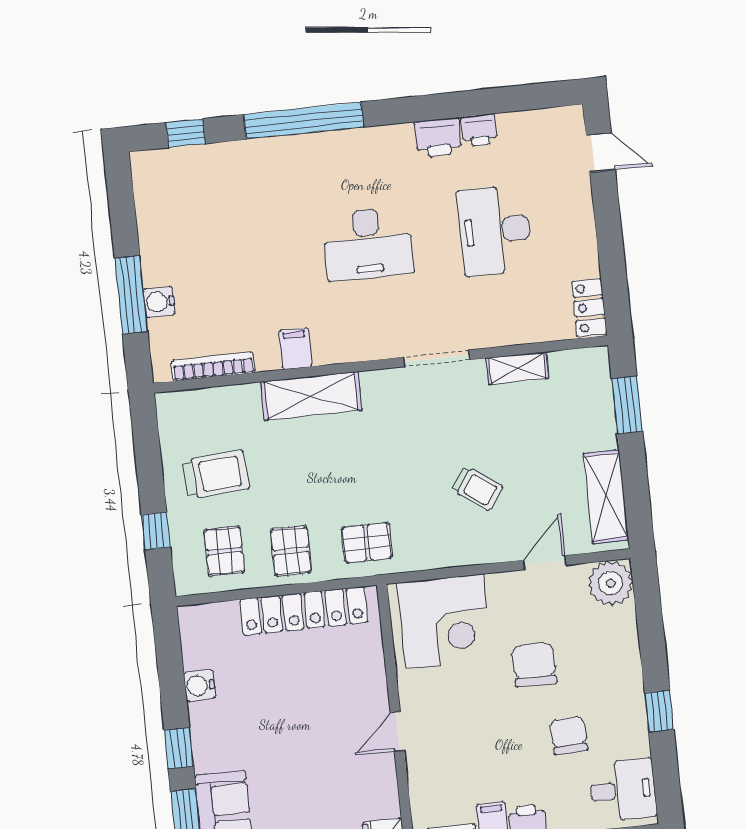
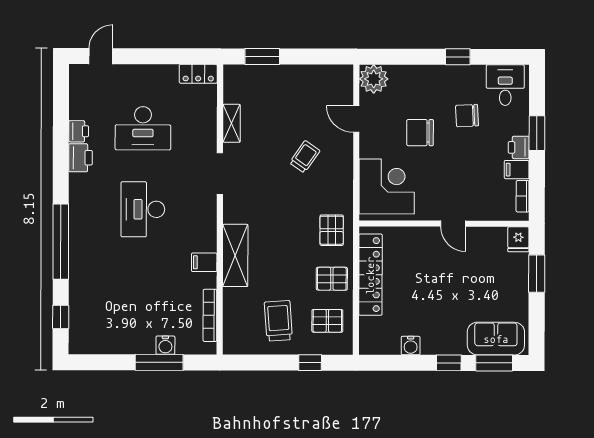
desk: (368, 244) -> (143, 209), turned 180
shelving: (606, 497) -> (319, 76), removed

